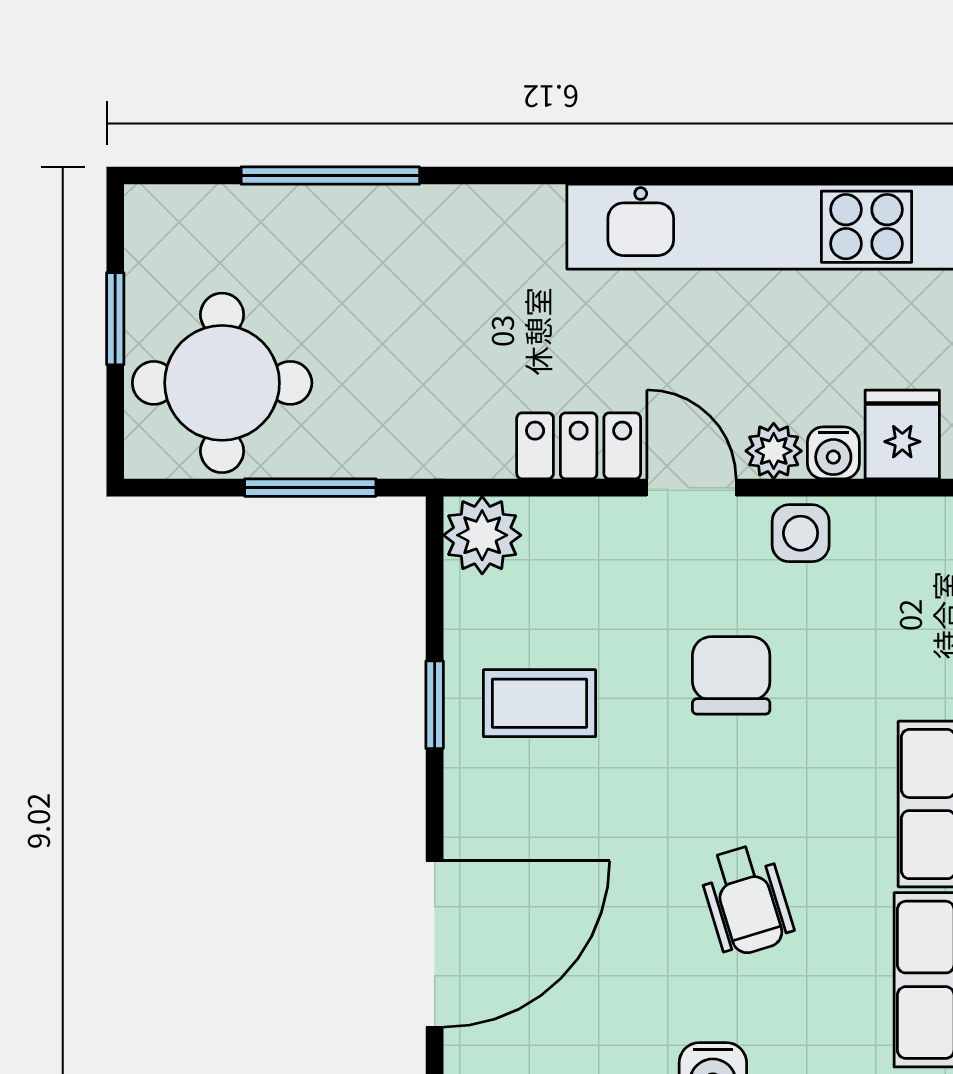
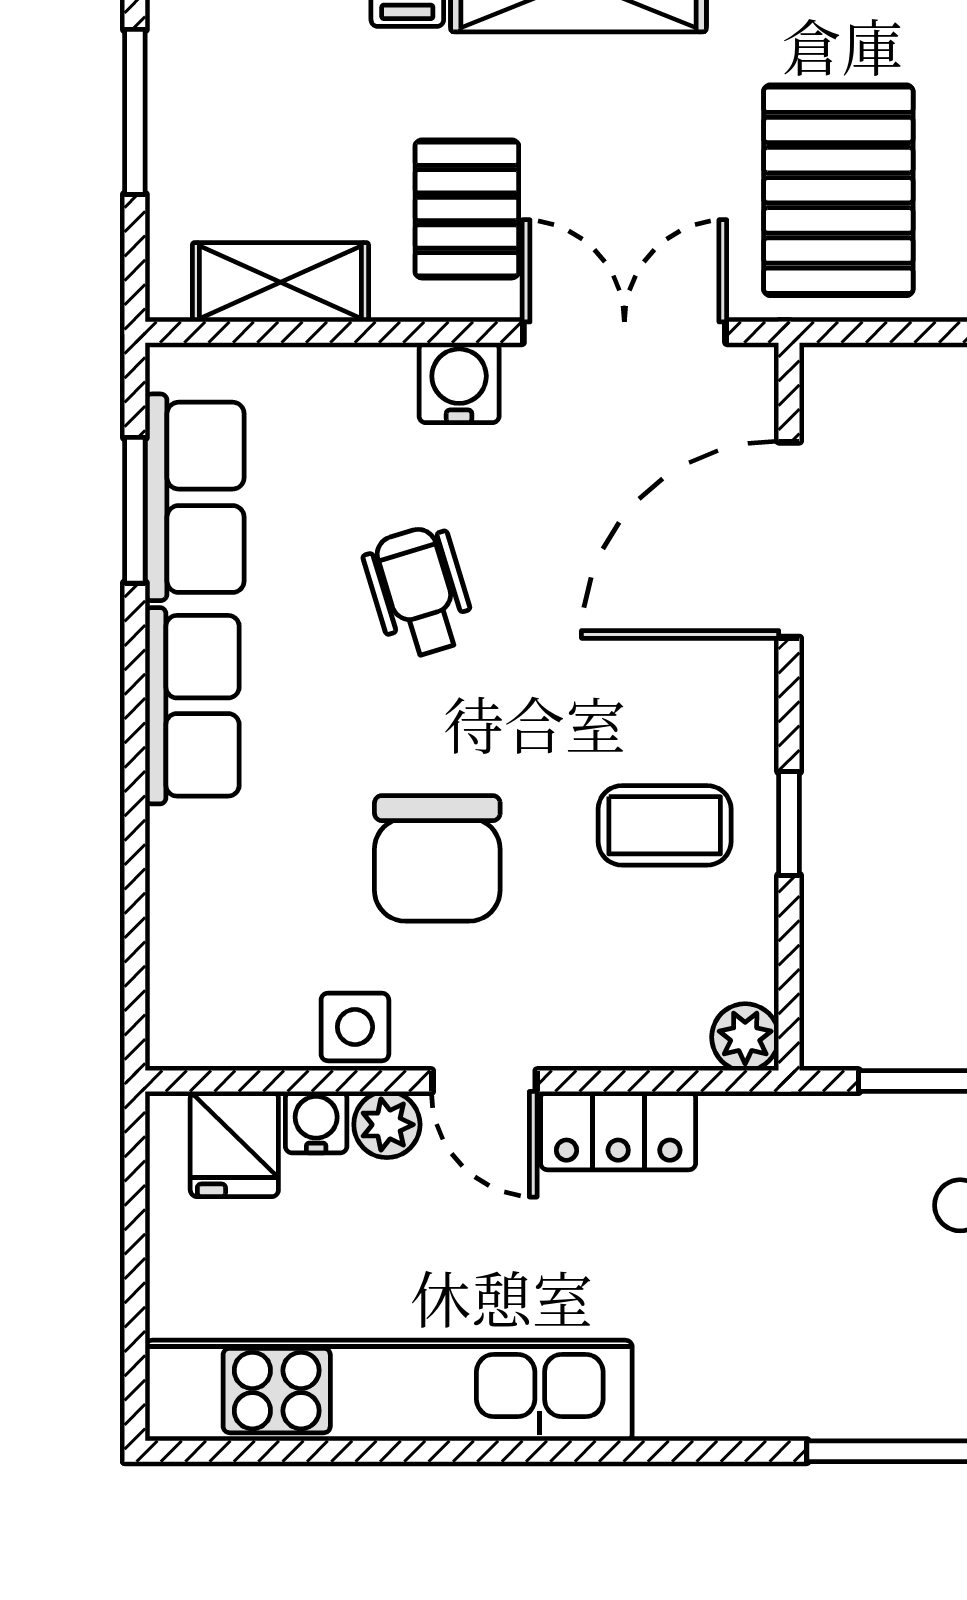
plant: (482, 535) -> (745, 1037), width x0.73, depth x0.73
chair: (731, 675) -> (437, 858), width x1.37, depth x1.37

